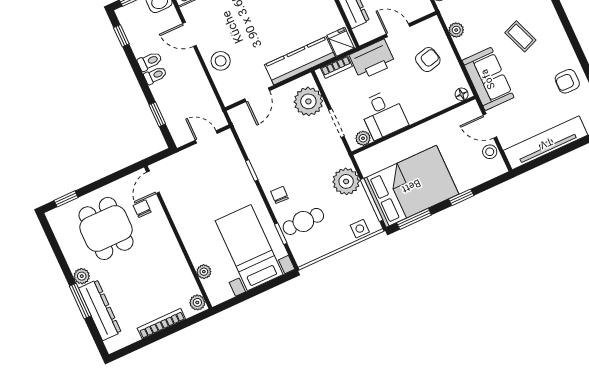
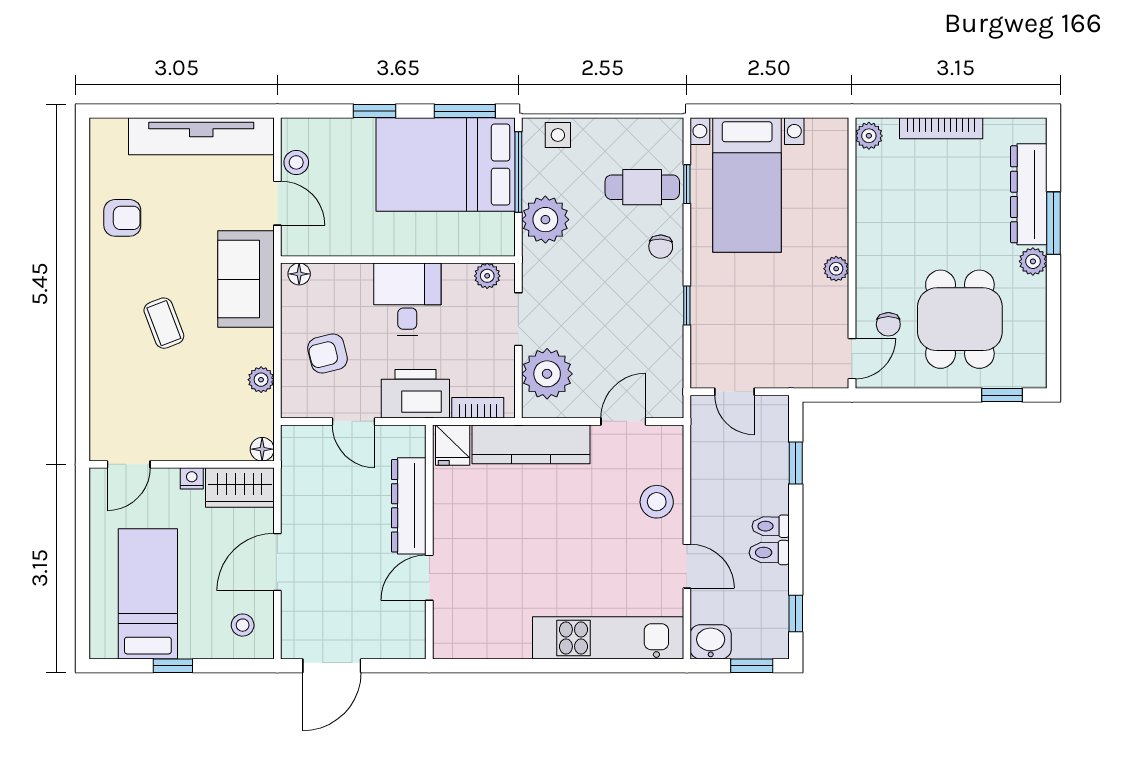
desk: (383, 114) -> (407, 299), moved
plant: (204, 272) -> (836, 269), moved

